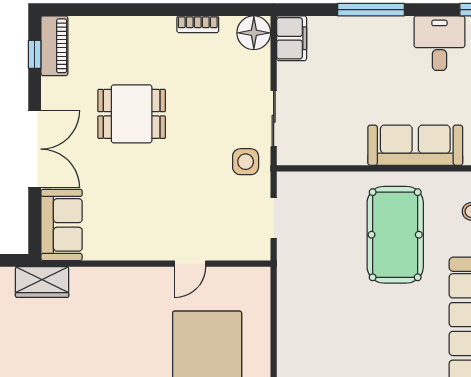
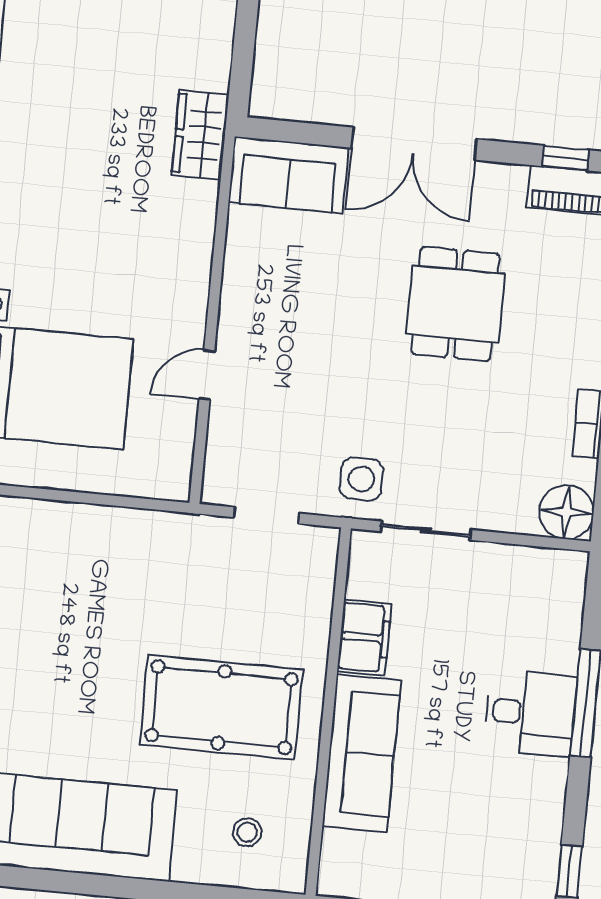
filing cabinet: (292, 38) -> (364, 638), moved, turned -90
desk: (439, 43) -> (530, 713), moved
door: (190, 264) -> (207, 375), hinge flipped

